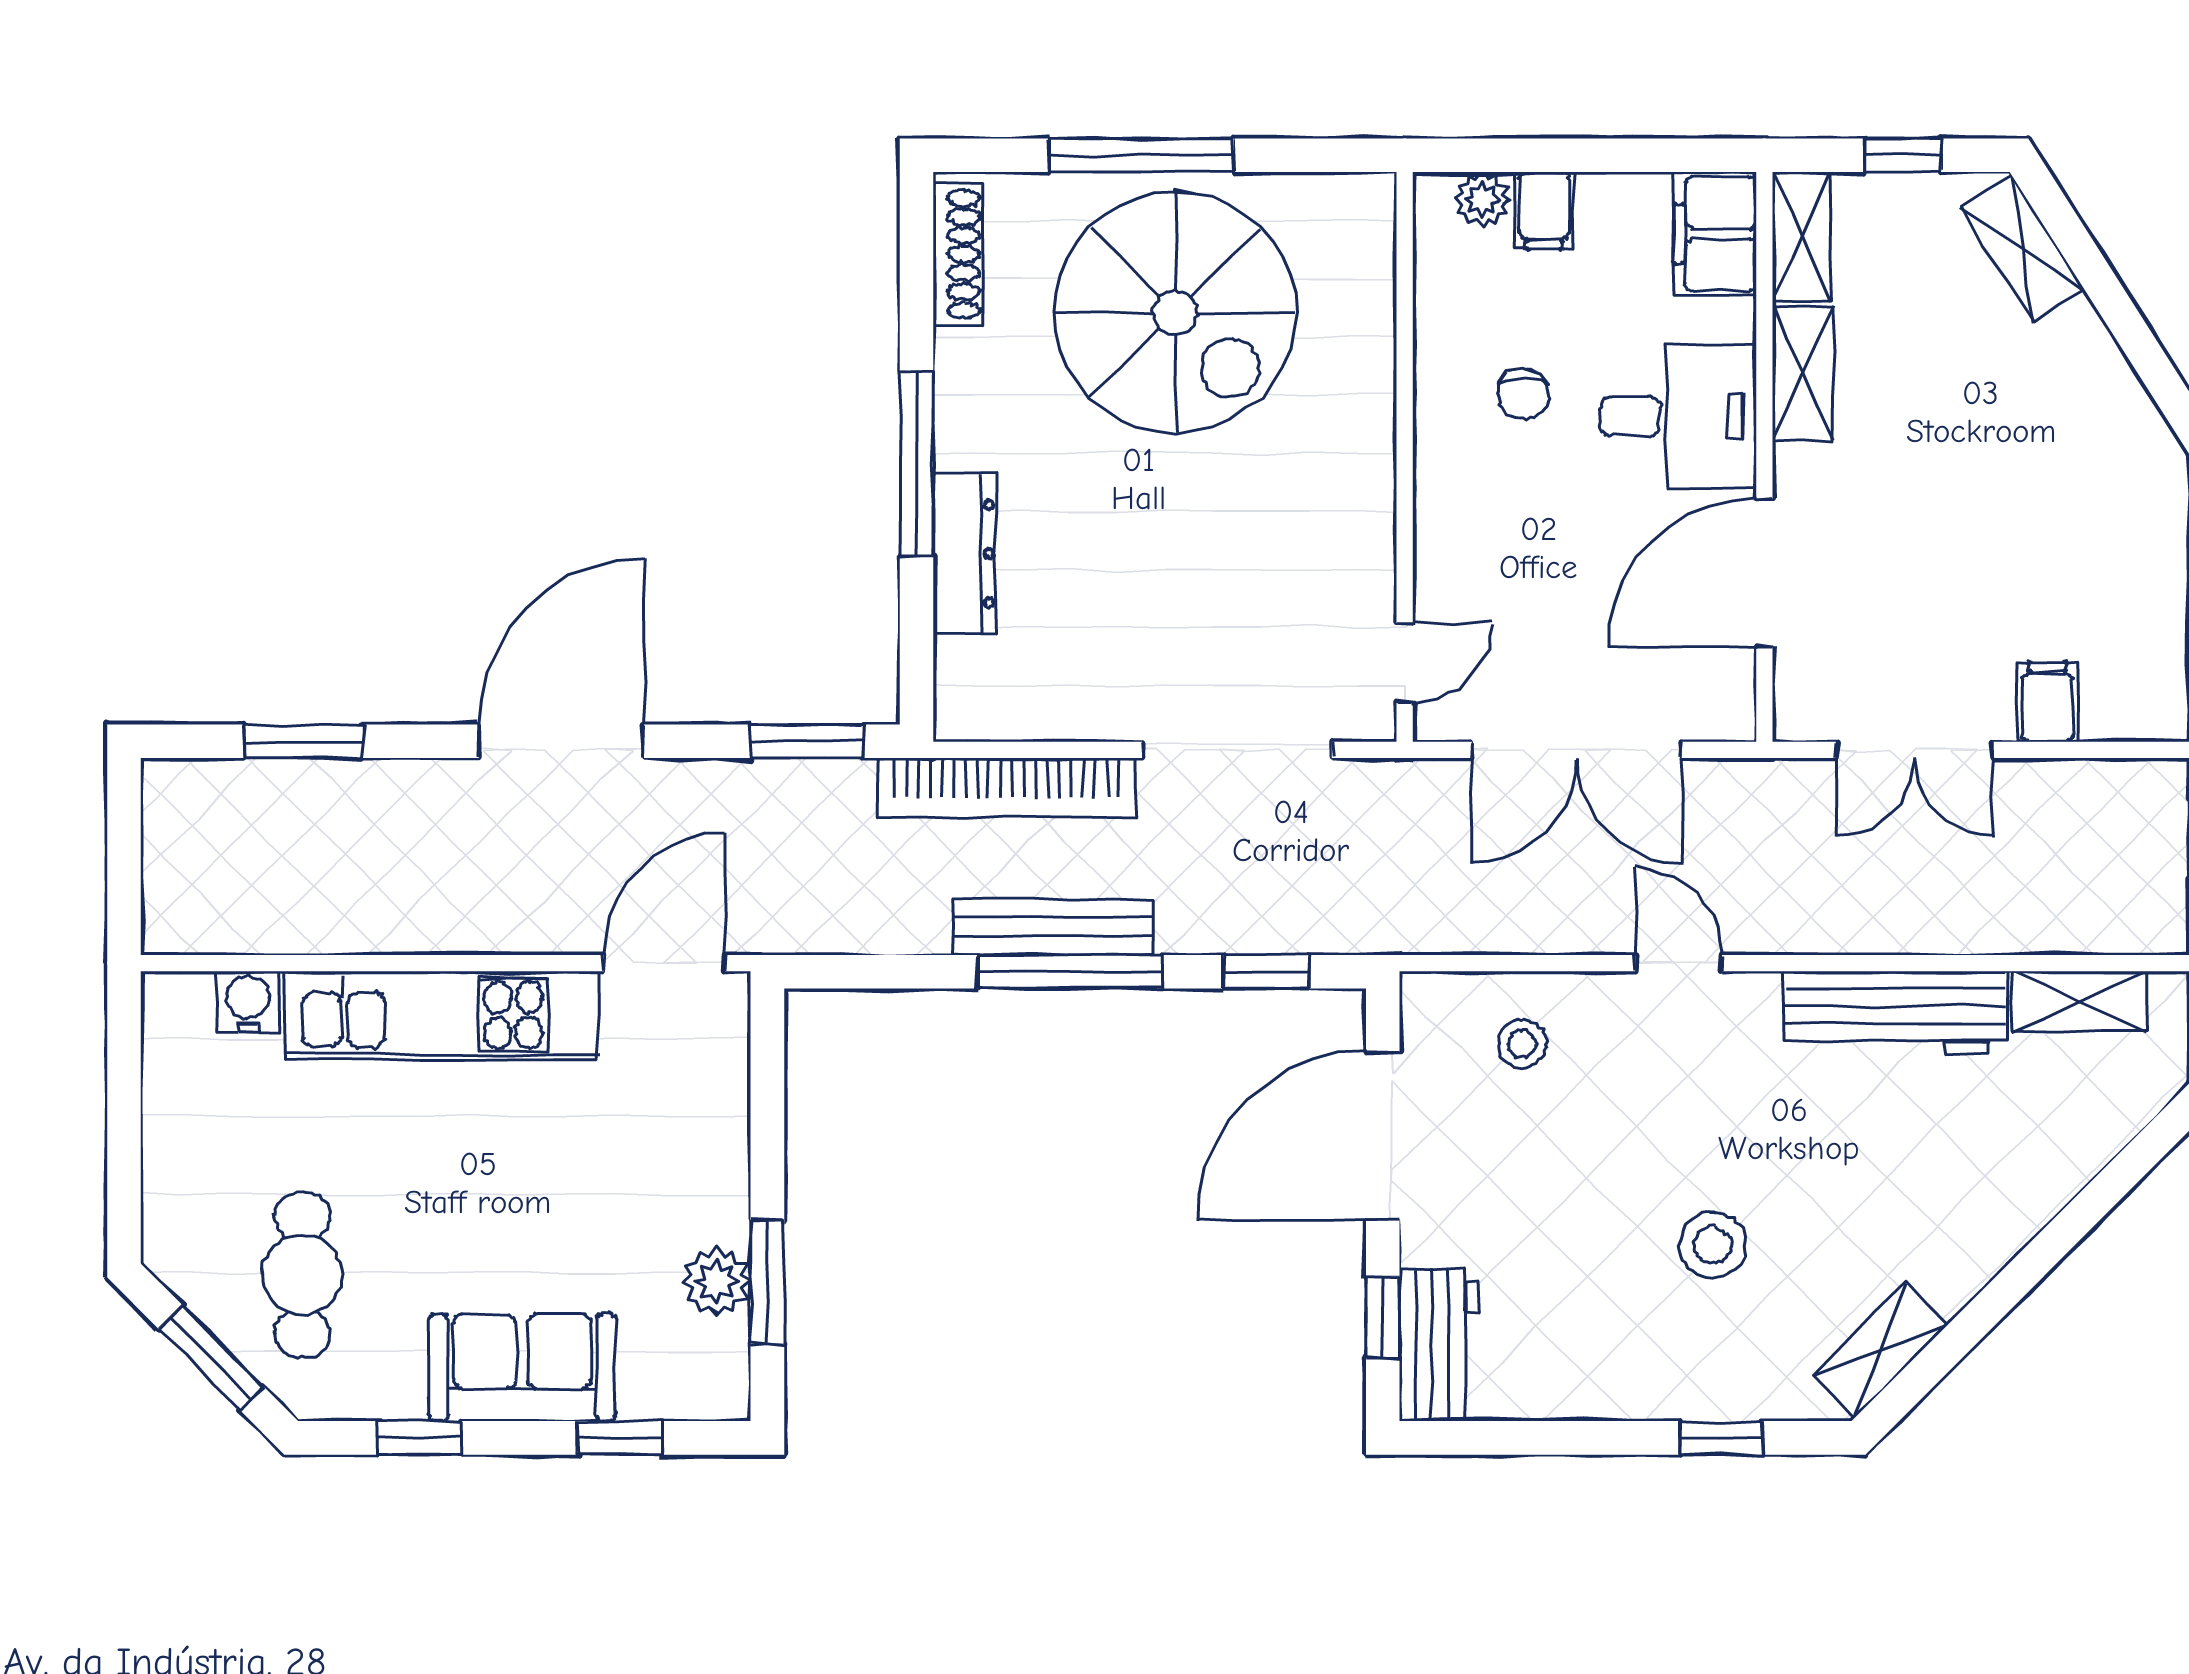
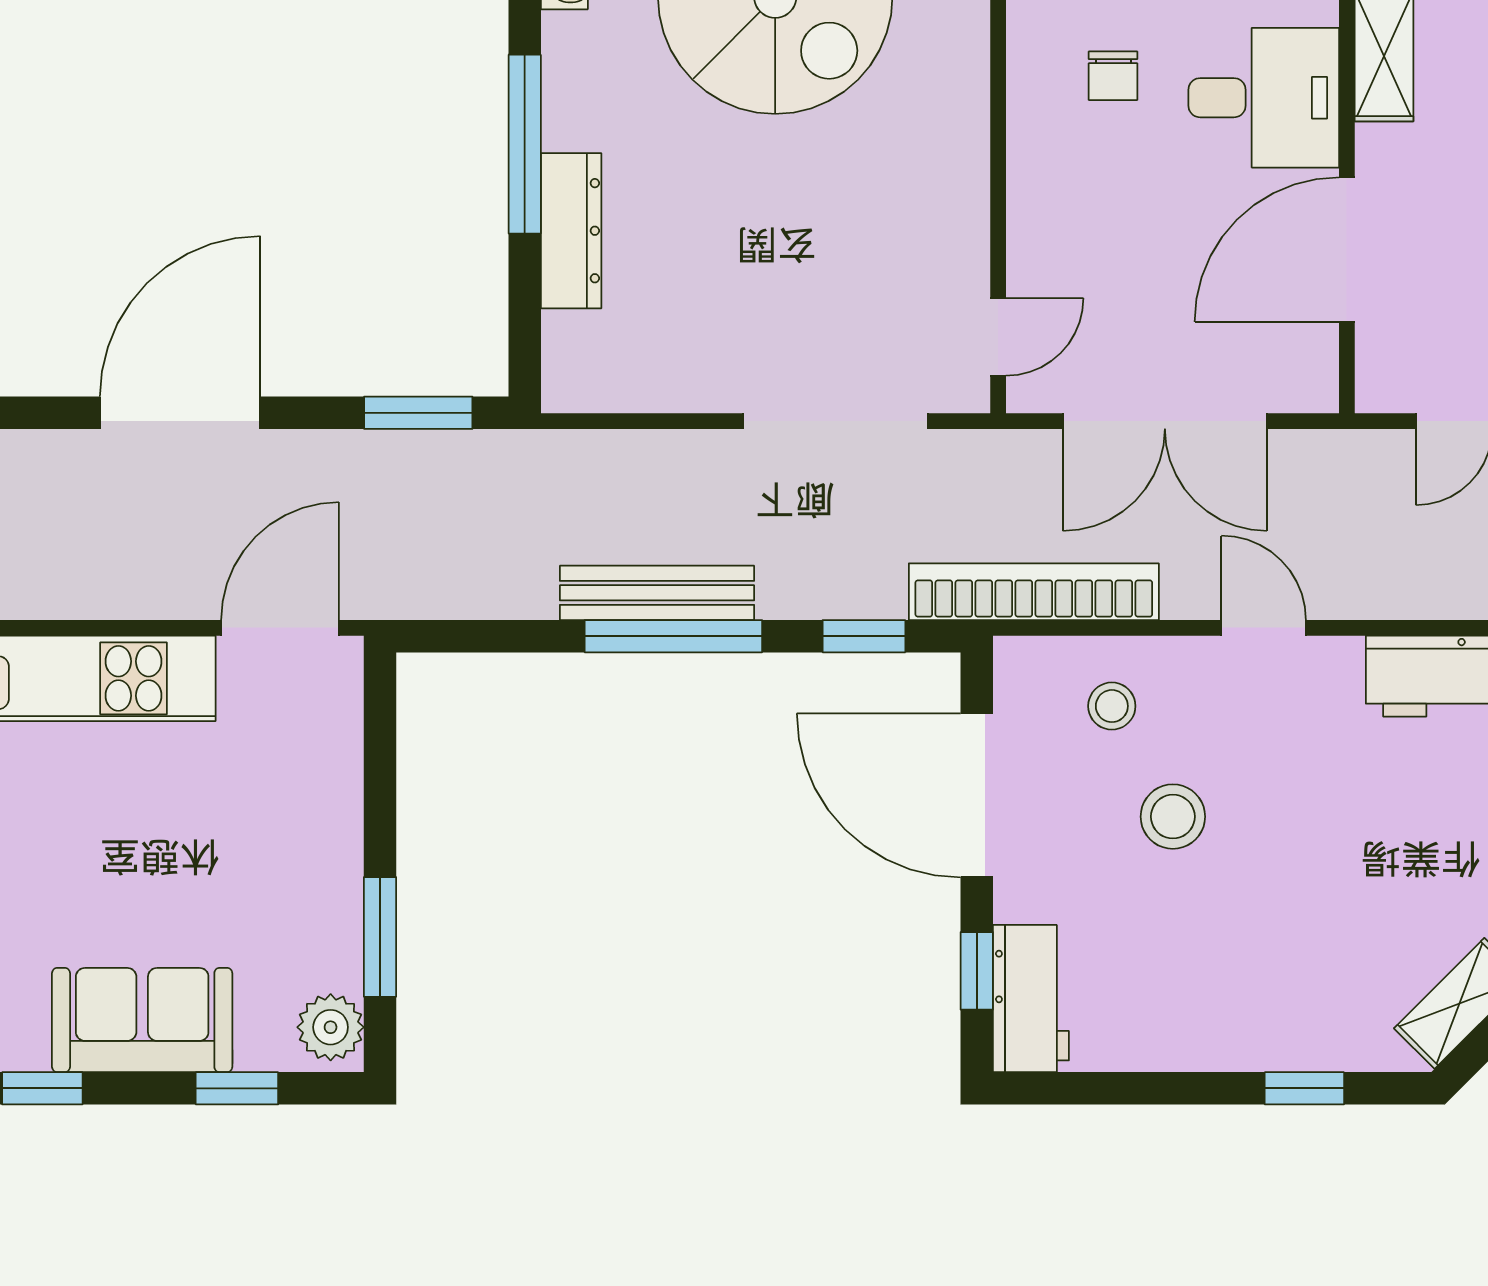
bookcase: (1006, 787) -> (1034, 592), moved, turned 180
door: (1383, 1136) -> (977, 795), hinge flipped
stool: (1713, 1245) -> (1173, 817), moved
plant: (716, 1282) -> (331, 1027), moved

